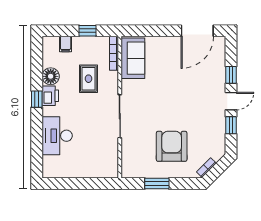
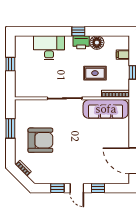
sofa: (133, 58) -> (106, 109), width x1.36
window: (77, 183) -> (10, 64), added

